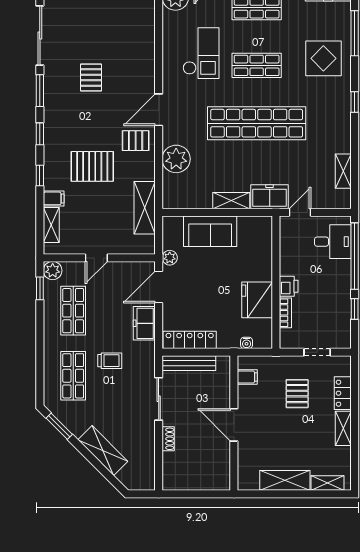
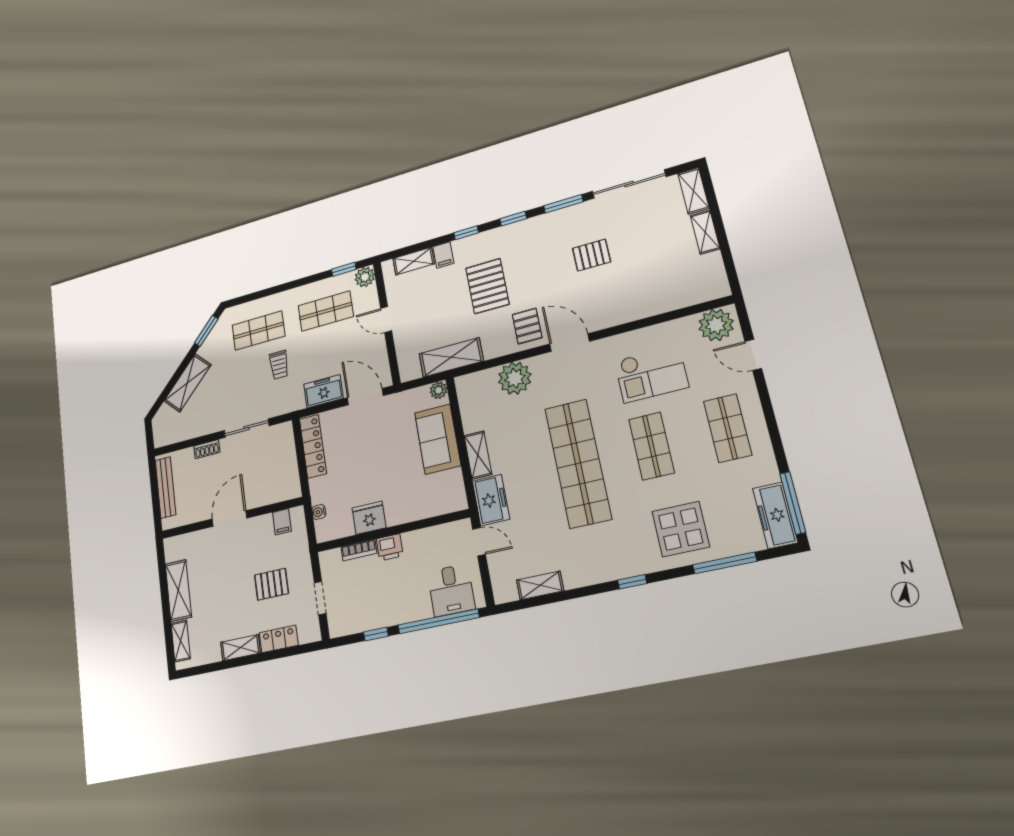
plant: (170, 258) -> (439, 390), moved
fridge: (257, 300) -> (369, 518), width x0.73, depth x0.75
bench: (189, 363) -> (166, 487), moved

